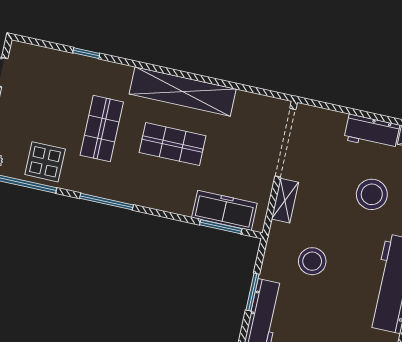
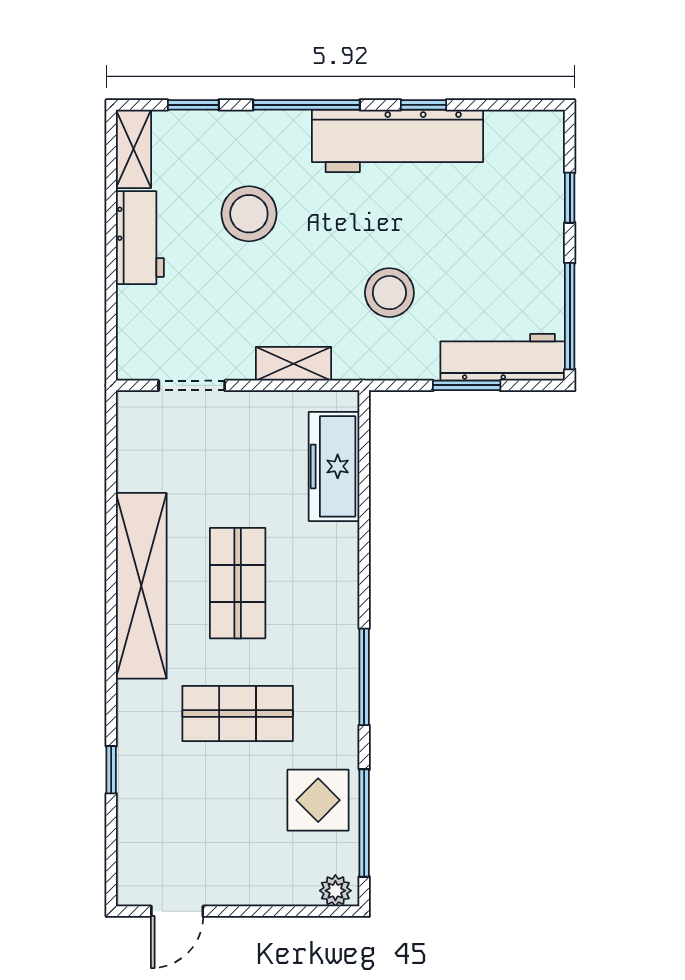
doorway: (285, 143) -> (192, 385), width x0.53
window: (221, 227) -> (364, 466), removed

